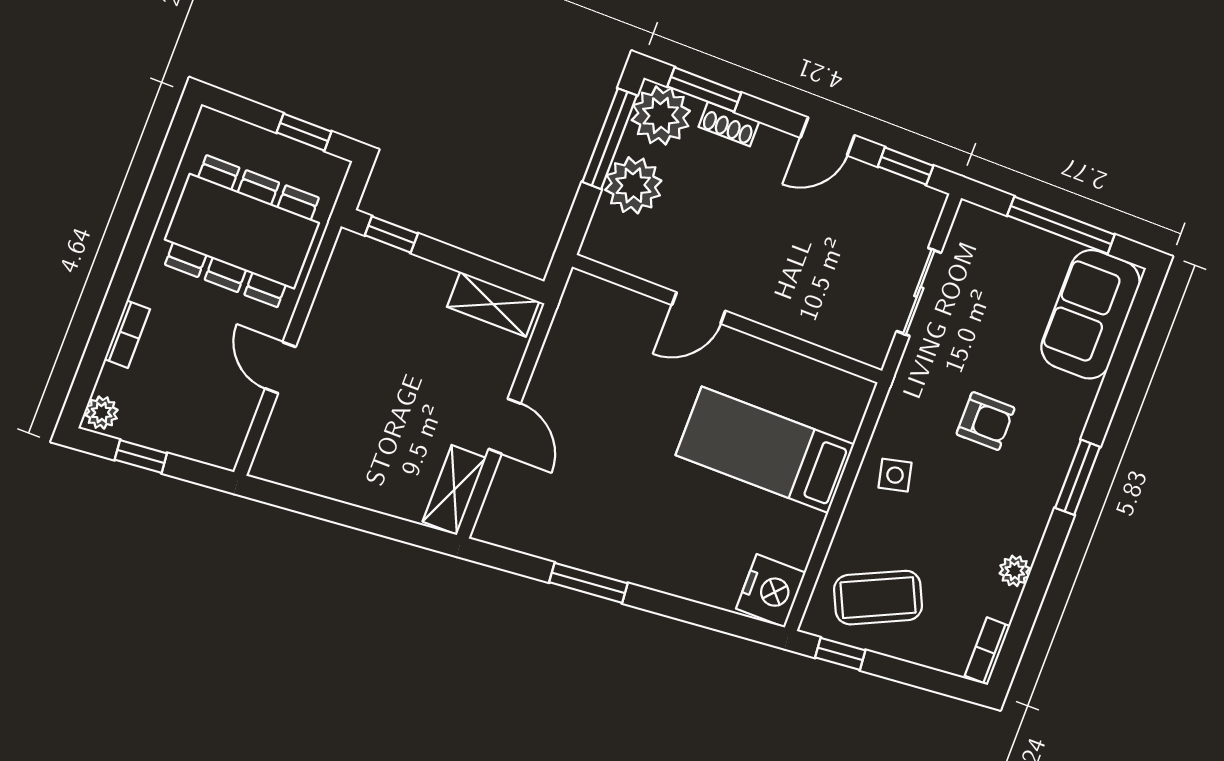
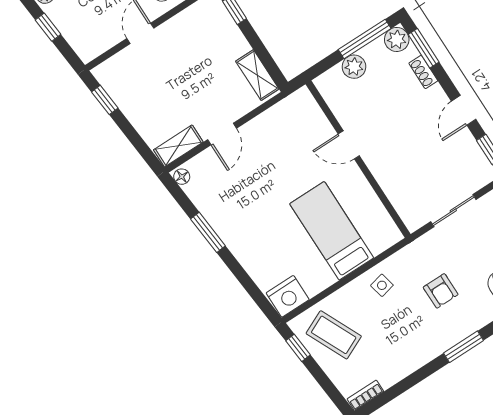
plant: (661, 116) -> (397, 39), width x0.73, depth x0.73
door: (828, 136) -> (464, 110), hinge flipped
plant: (633, 185) -> (354, 67), width x0.73, depth x0.73
window: (300, 501) -> (105, 100), added
floor lamp: (492, 530) -> (182, 177), added
plant: (1015, 571) -> (404, 368), removed

